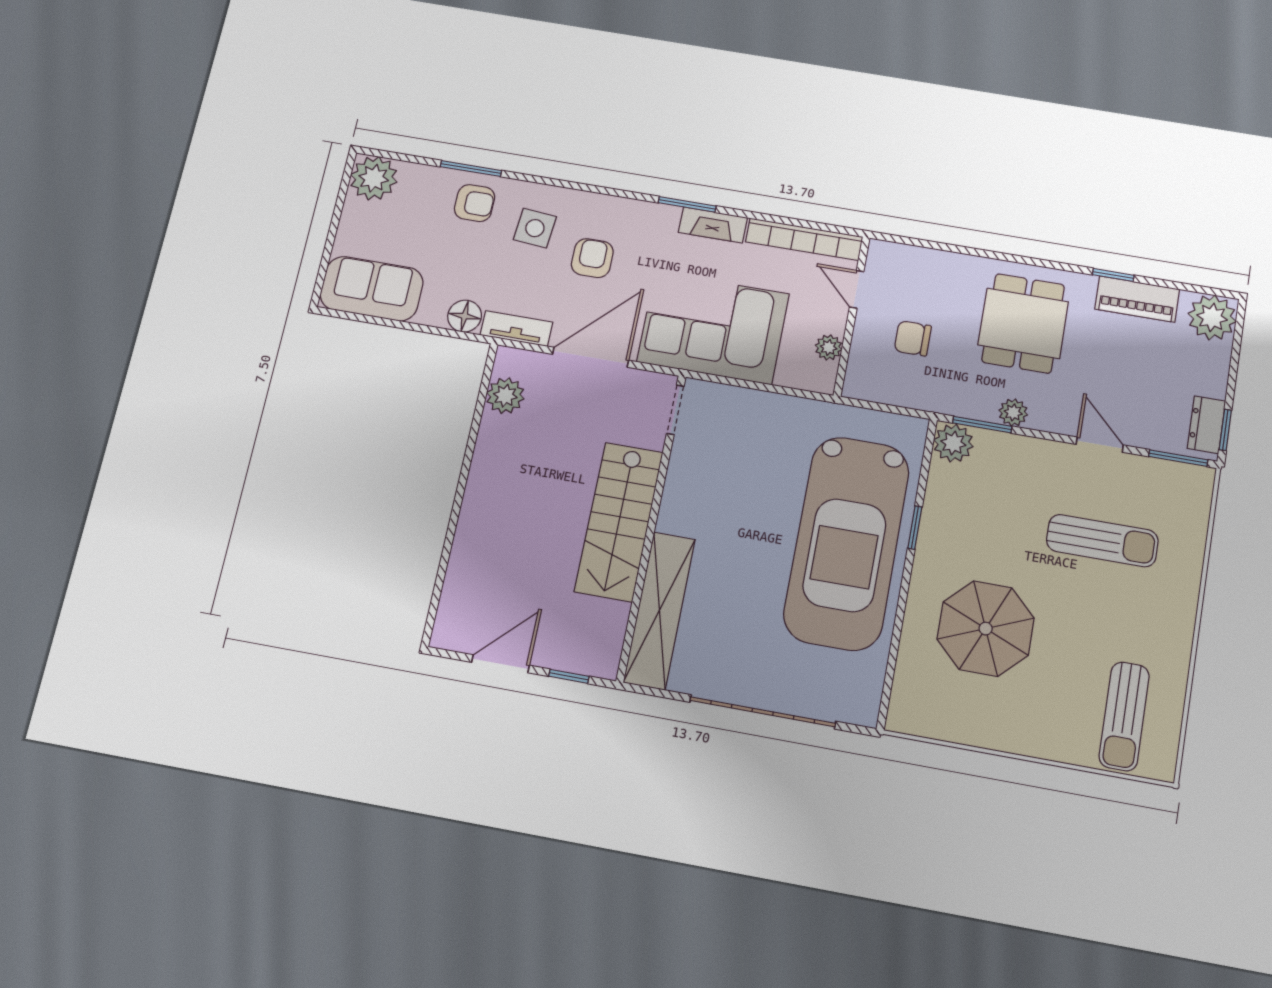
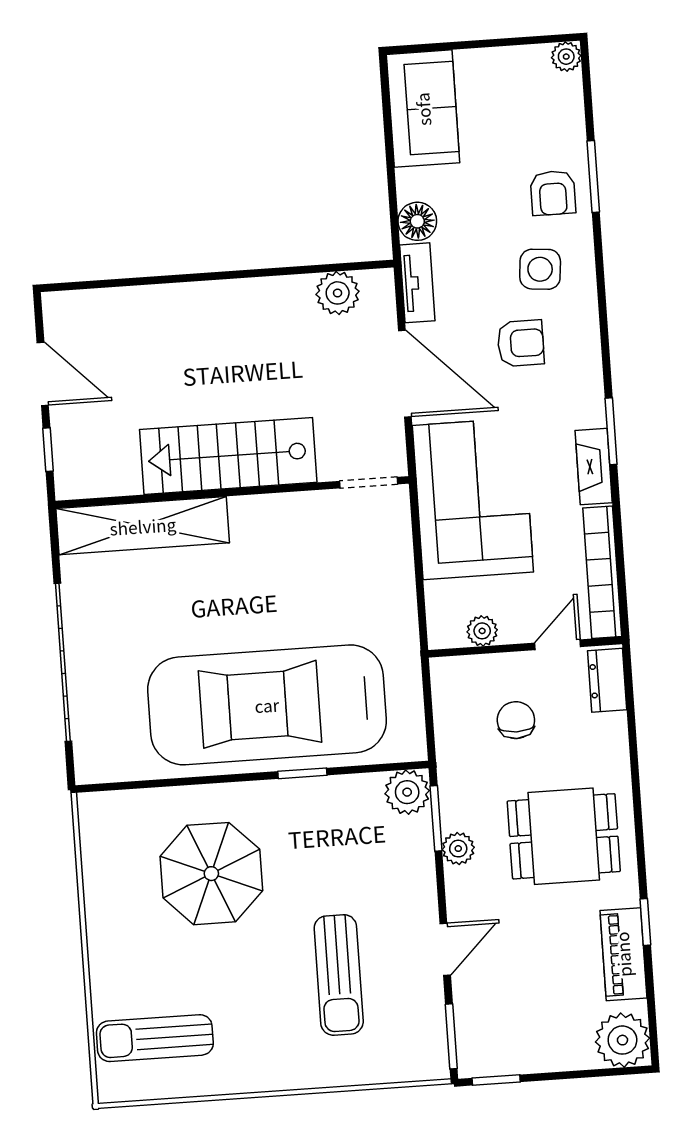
plant: (374, 178) -> (566, 57), width x0.53, depth x0.53
dresser: (1206, 425) -> (607, 680), moved, turned -90

